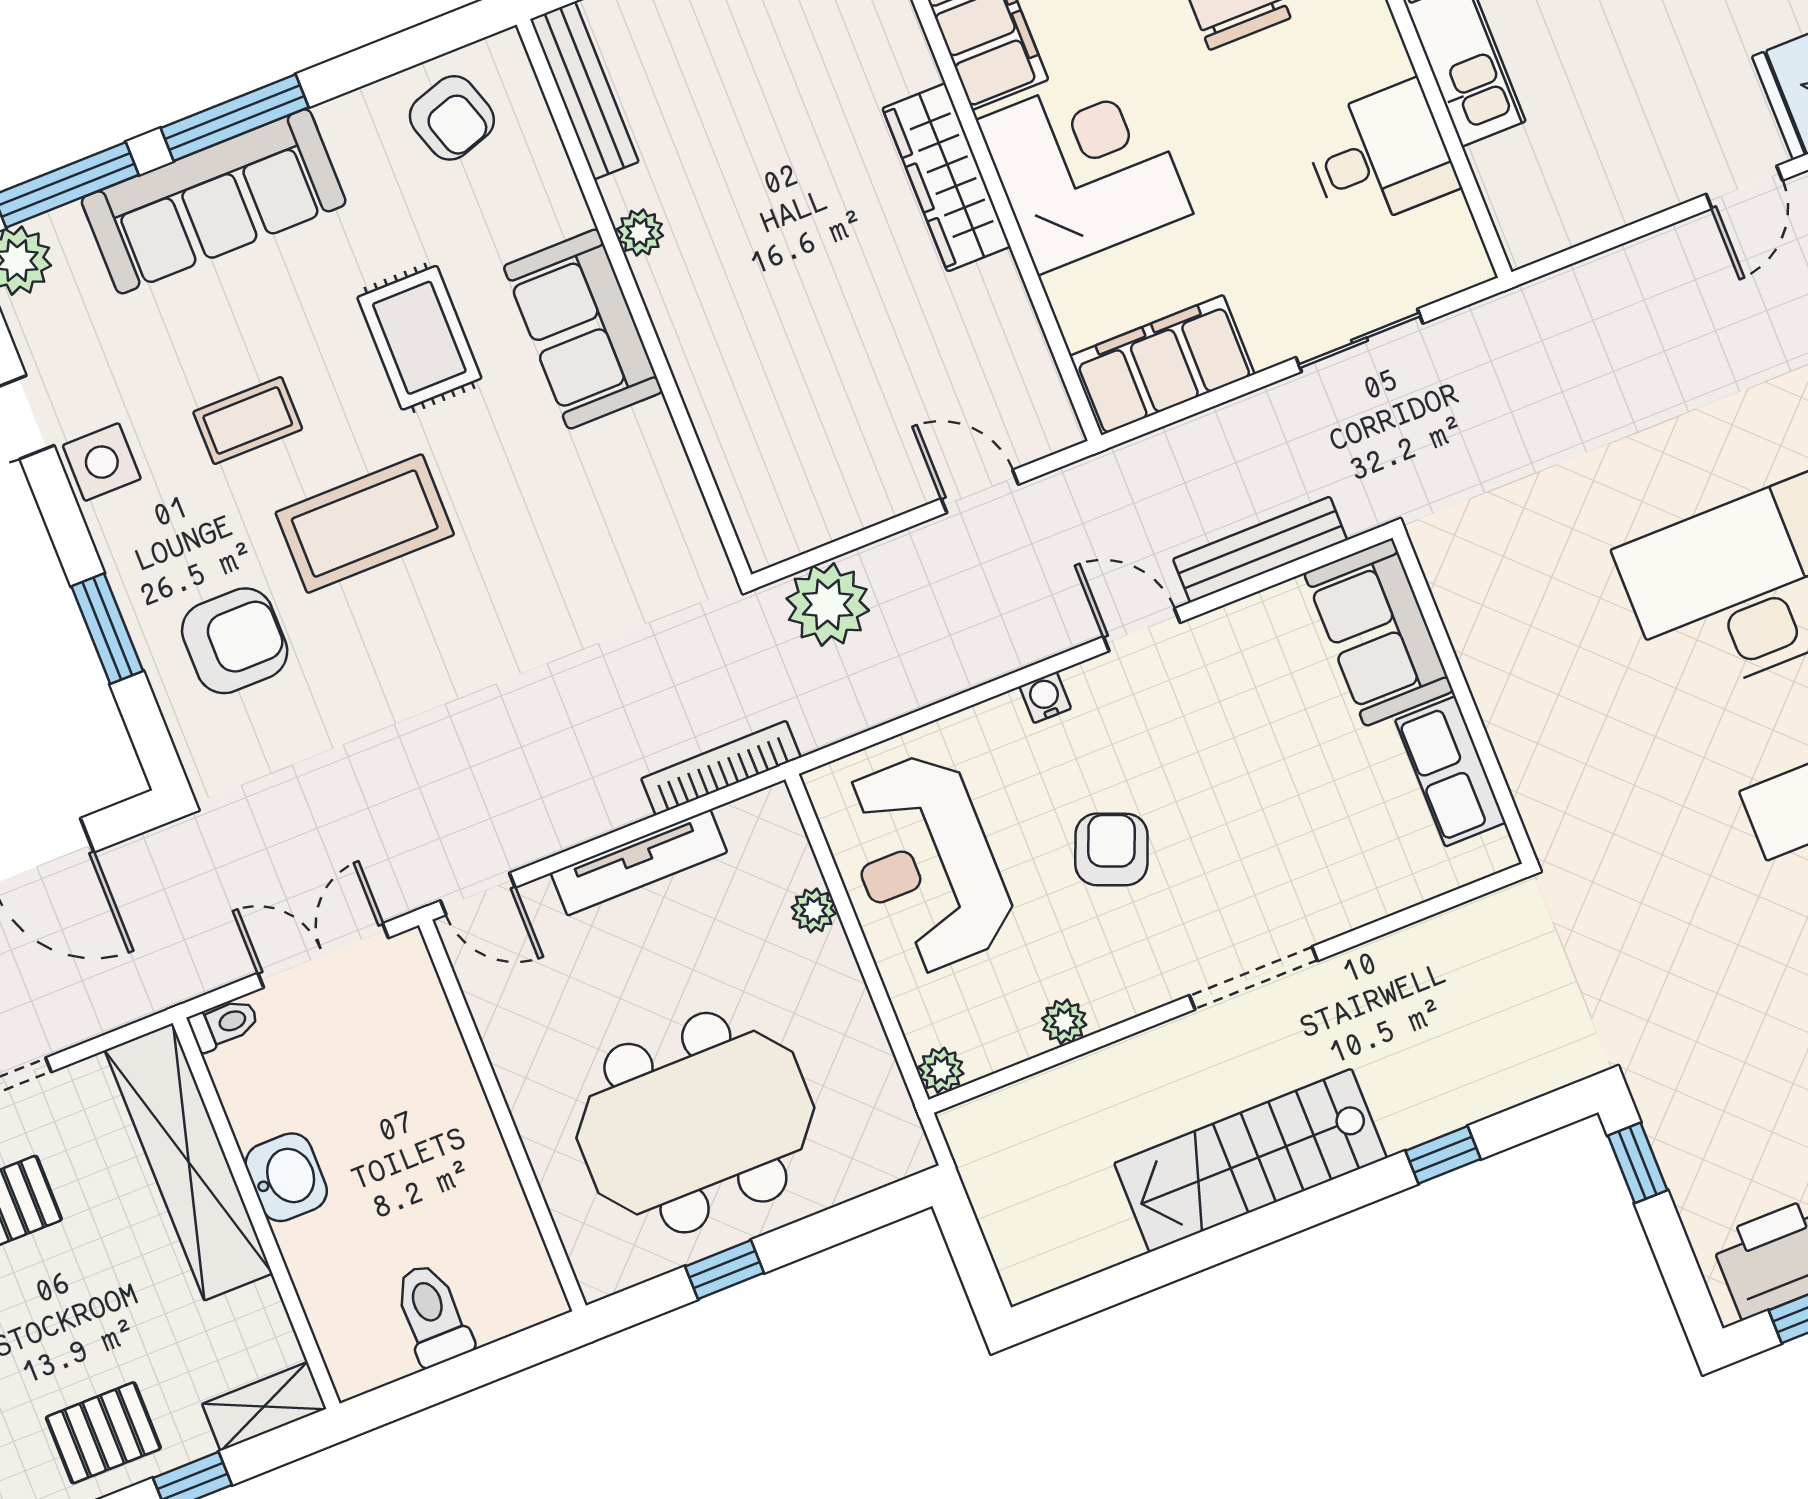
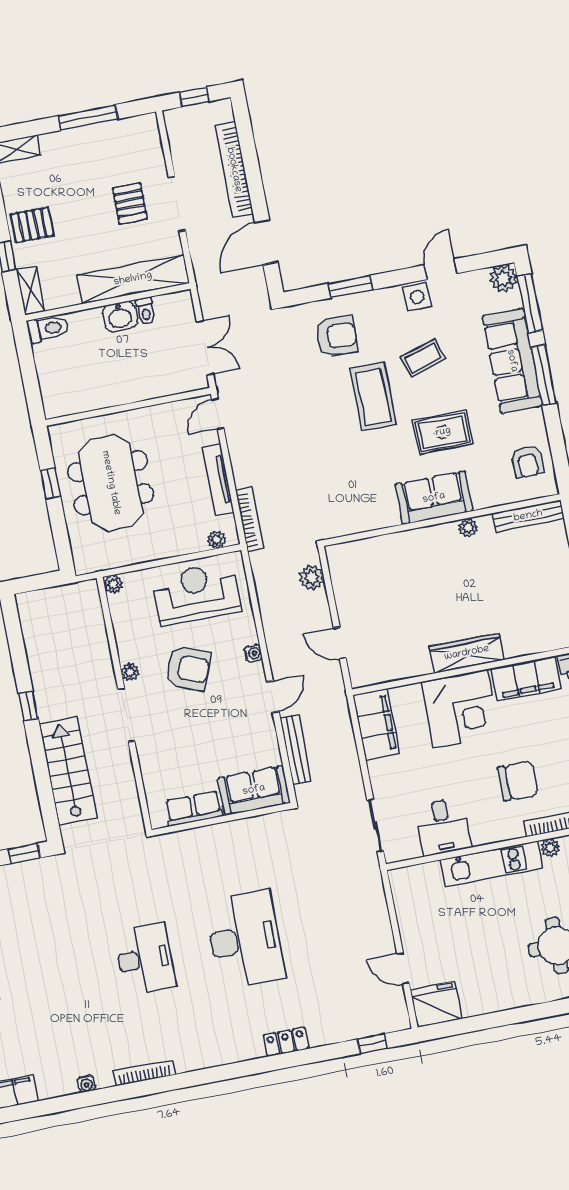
armchair: (452, 118) -> (527, 462), turned -72
sliding door: (1359, 340) -> (375, 826), moved
coffee table: (248, 420) -> (423, 358), turned 73
door: (980, 491) -> (340, 643), swing flipped
plant: (828, 604) -> (312, 578), width x0.73, depth x0.73
armchair: (235, 641) -> (336, 336), turned -88
armchair: (1111, 849) -> (188, 668), width x1.38, depth x1.38
plant: (814, 910) -> (216, 540), moved
plant: (1064, 1022) -> (130, 672), moved
toilet: (224, 1024) -> (146, 311), moved
window: (1443, 1155) -> (28, 706), moved
stairs: (1251, 1161) -> (68, 771), moved
toilet: (432, 1314) -> (48, 329), moved
pallet: (103, 1433) -> (32, 225), turned 90

